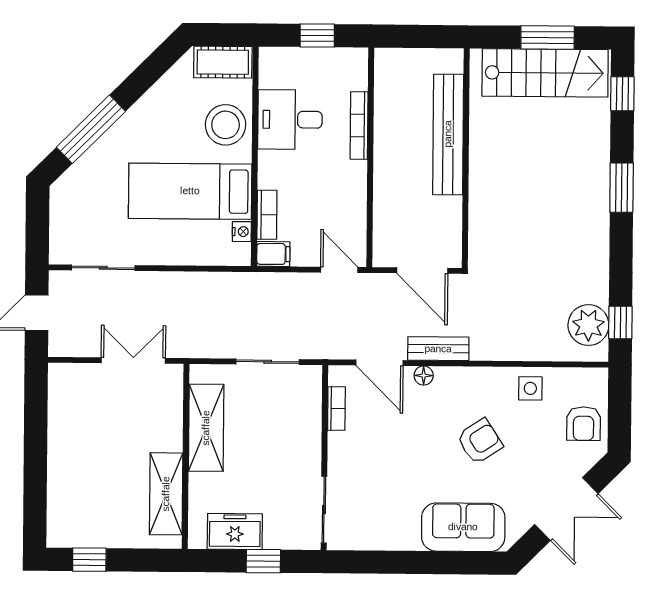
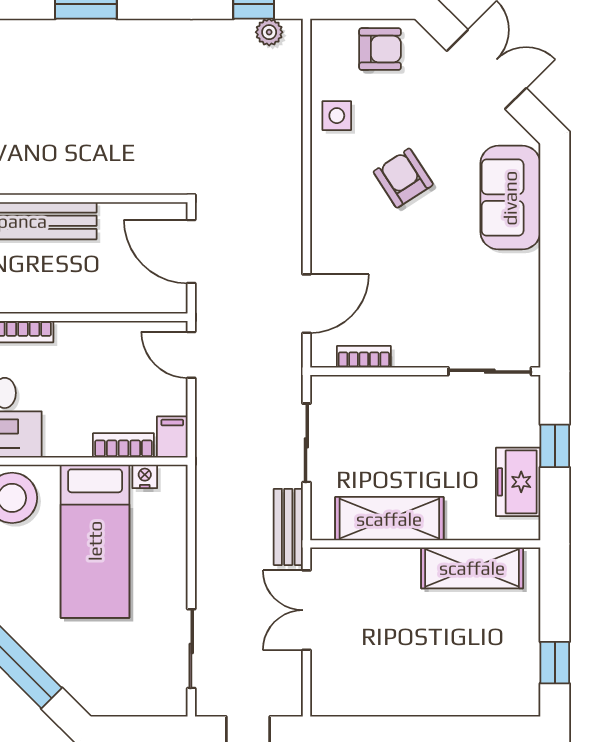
door: (339, 270) -> (191, 355), hinge flipped
door: (422, 271) -> (191, 251), swing flipped
plant: (588, 325) -> (269, 32), width x0.53, depth x0.53
bench: (438, 349) -> (288, 527), moved
floor lamp: (424, 376) -> (322, 249), removed

